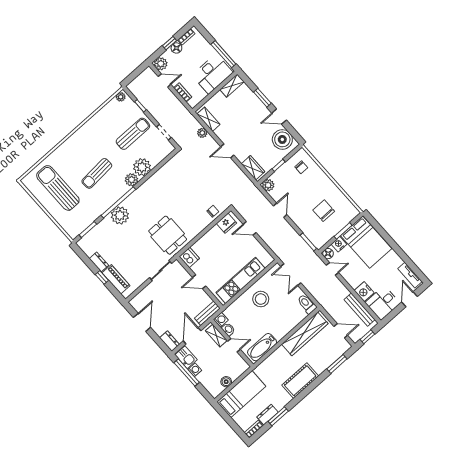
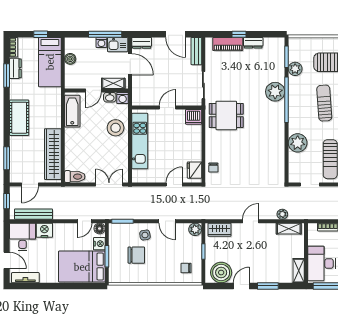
plant: (131, 180) -> (295, 69), moved
side table: (304, 217) -> (145, 235), added
stool: (261, 299) -> (116, 128), moved
bench: (207, 313) -> (196, 51), moved
window: (227, 418) -> (41, 34), added

